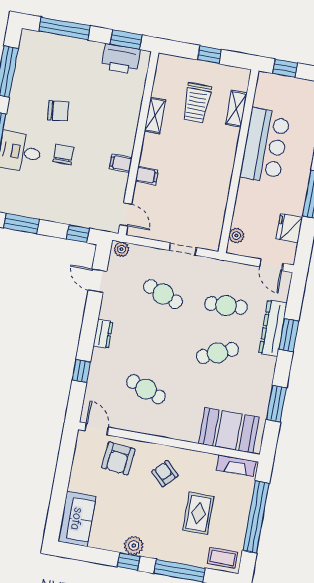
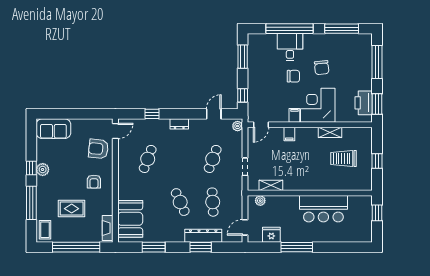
shelving: (236, 109) -> (271, 185), moved
corner desk: (112, 127) -> (318, 105), added
armchair: (165, 474) -> (94, 182), turned 136

